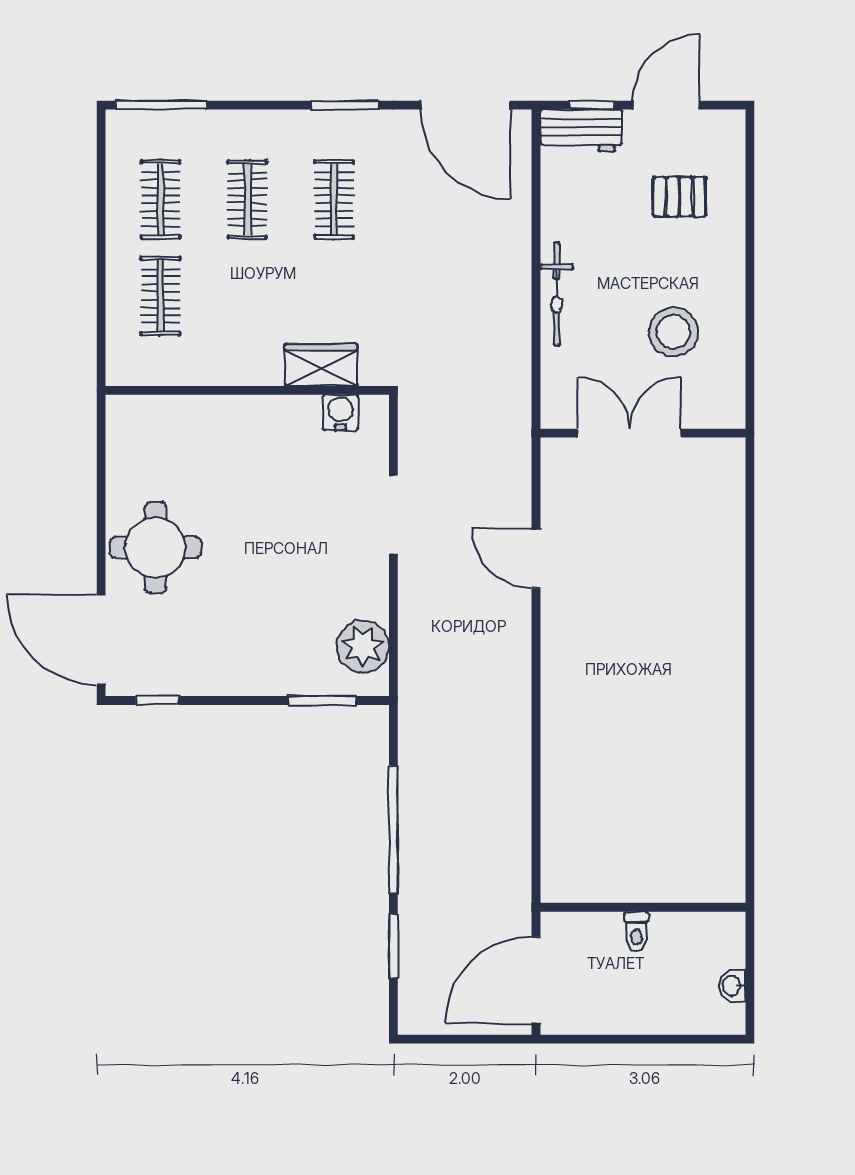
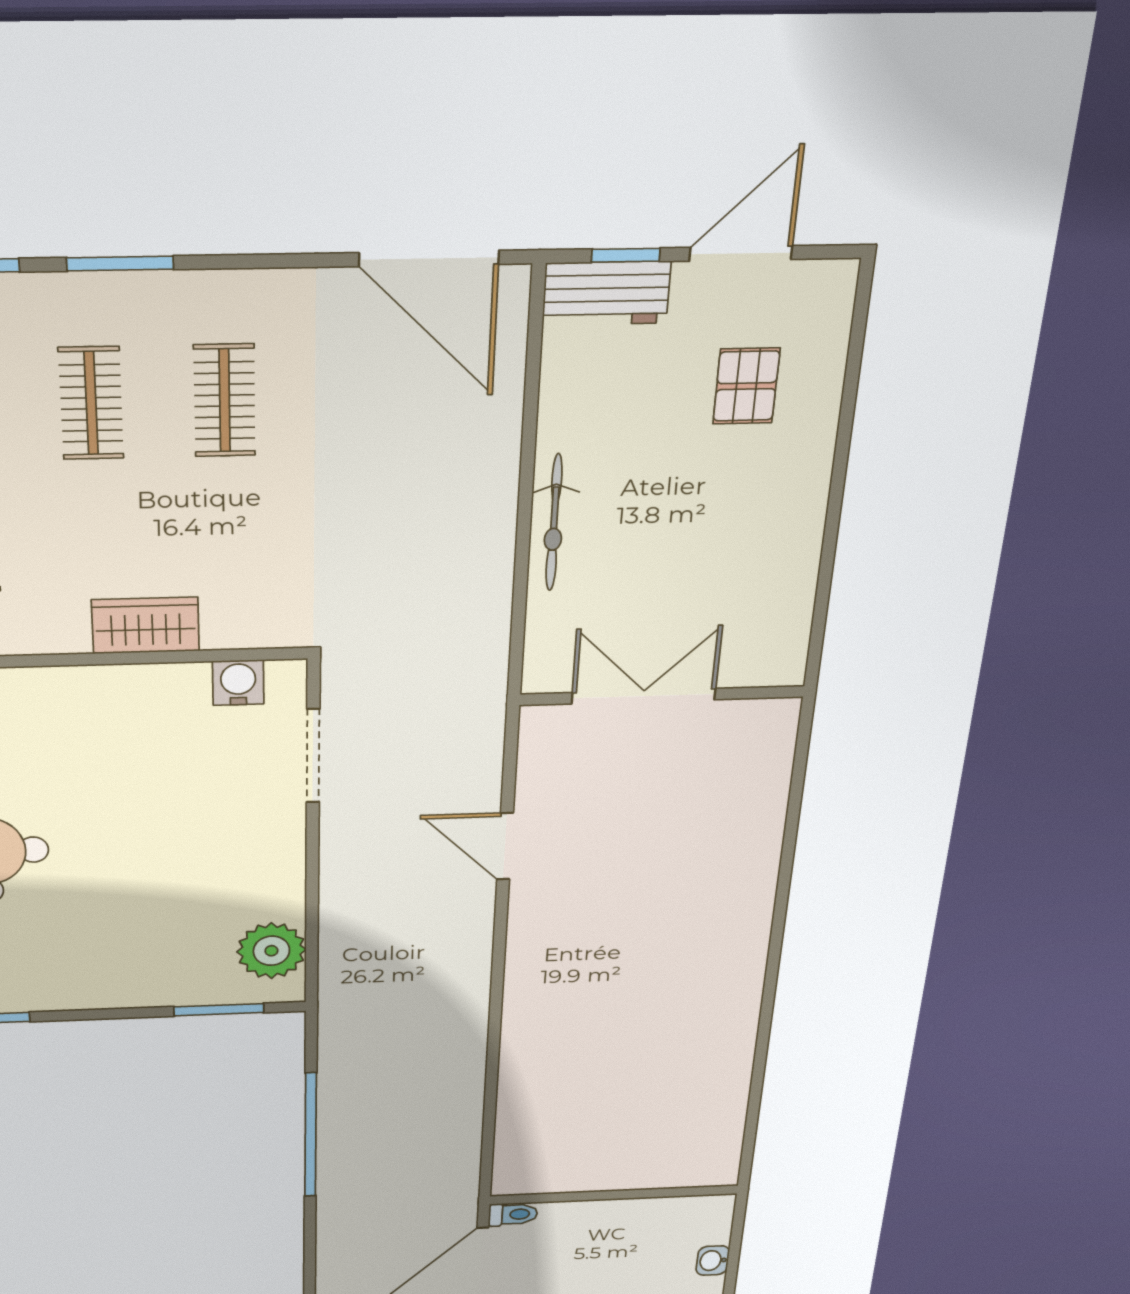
window: (345, 105) -> (120, 264), moved
pallet: (679, 197) -> (746, 386), turned 90
stool: (673, 332) -> (718, 568), removed
wardrobe: (321, 365) -> (146, 625), moved
doorway: (393, 515) -> (313, 756), moved
toilet: (637, 932) -> (513, 1214), moved, turned -90
window: (393, 946) -> (310, 1243), removed

